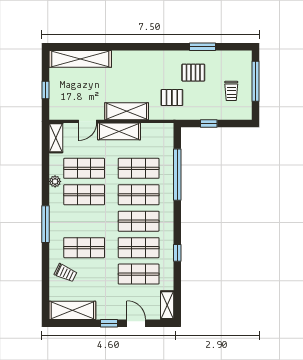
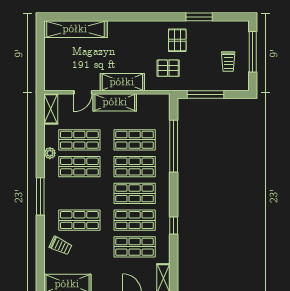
pallet: (193, 73) -> (177, 40), moved, turned 90
window: (46, 90) -> (40, 61), removed
window: (209, 124) -> (205, 94), width x2.17

